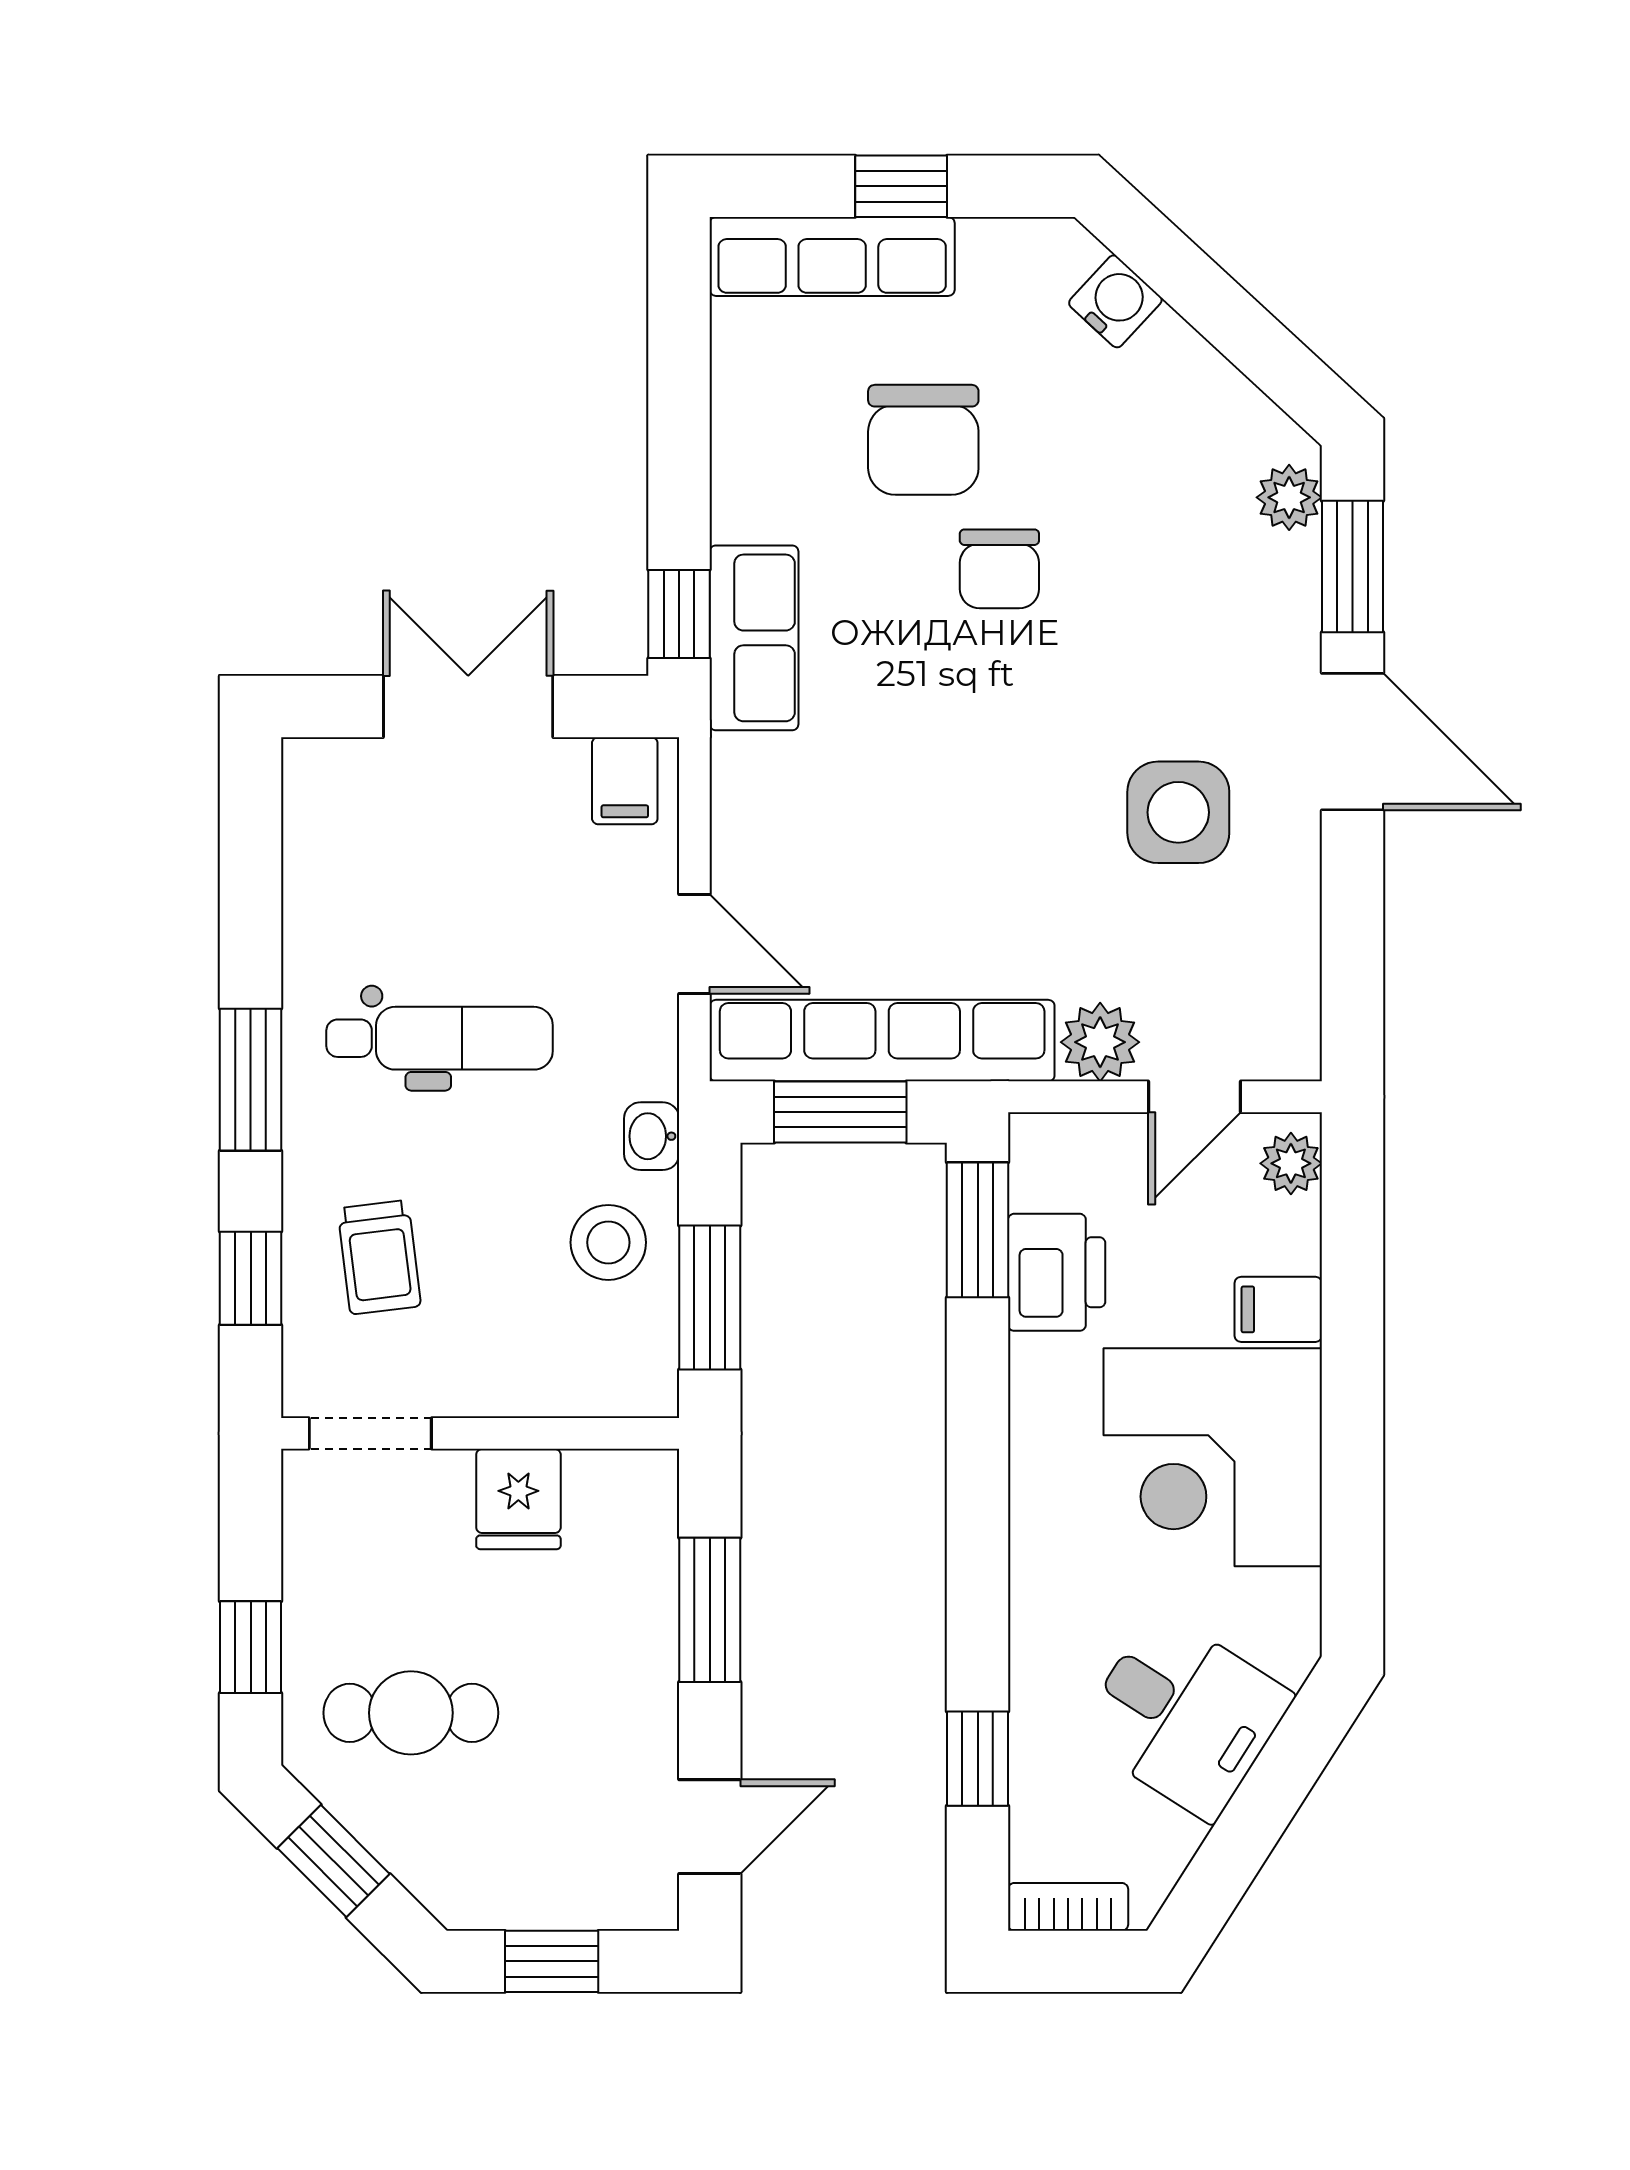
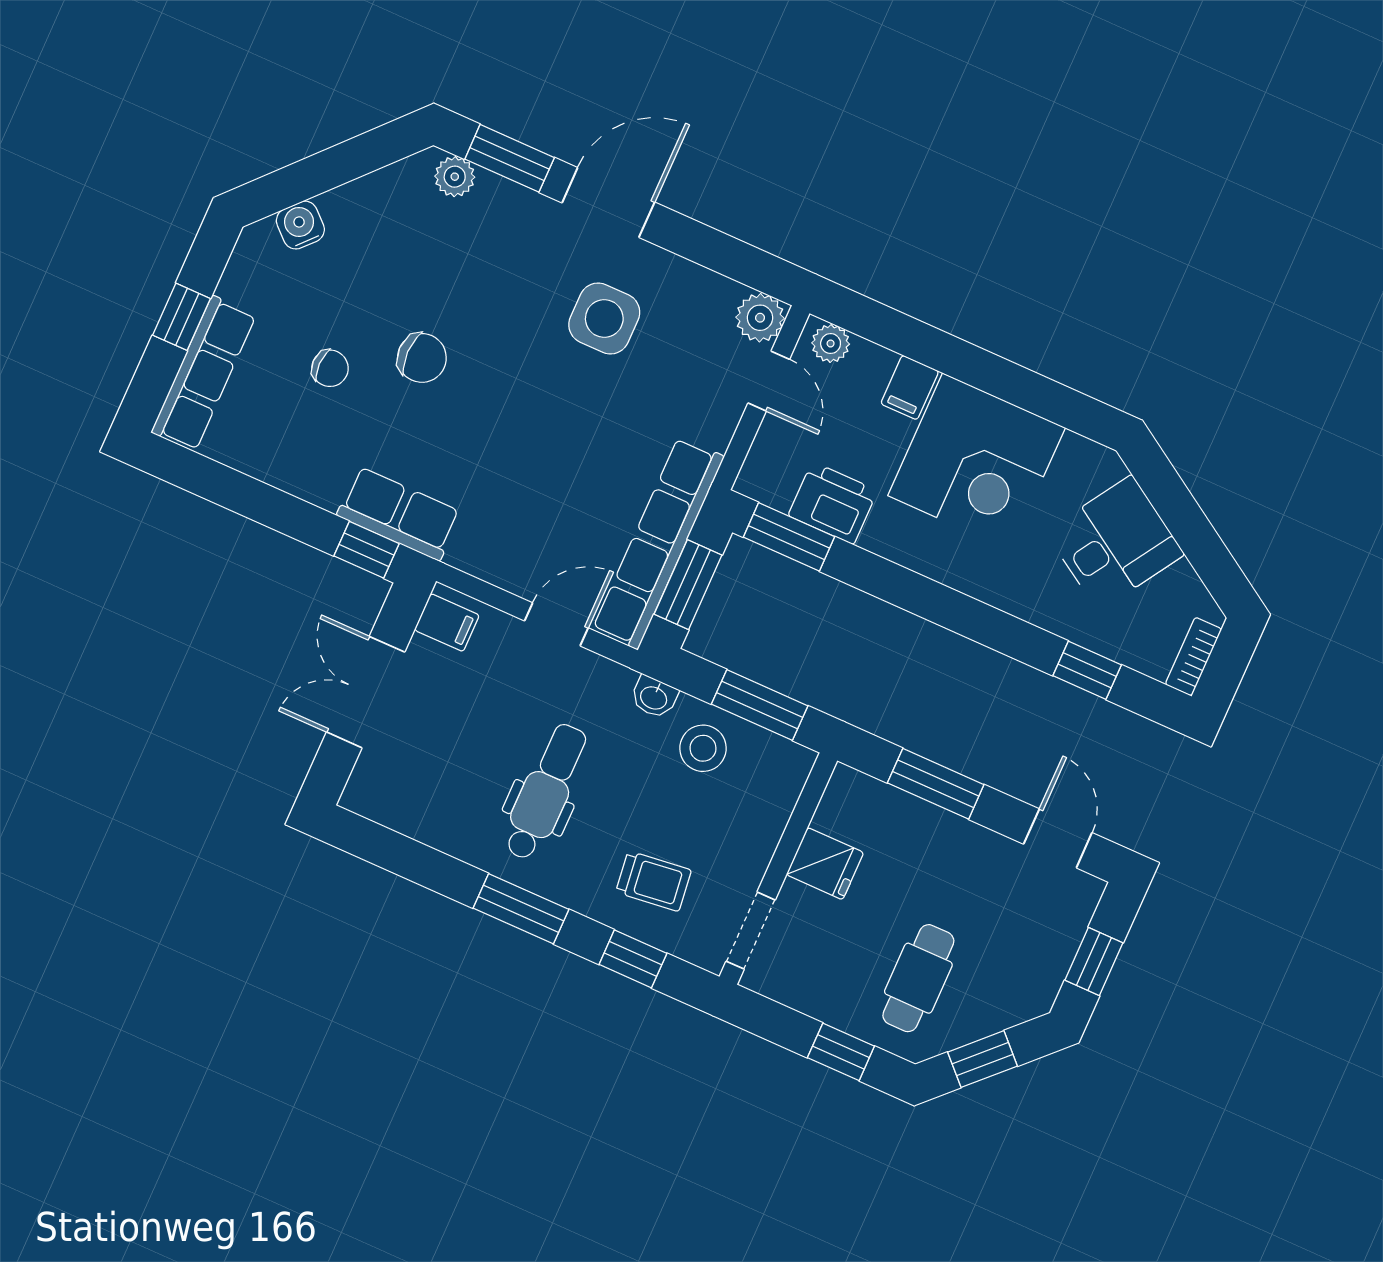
chair: (923, 440) -> (330, 368), width x0.54, depth x0.54
plant: (1100, 1042) -> (760, 318), moved

